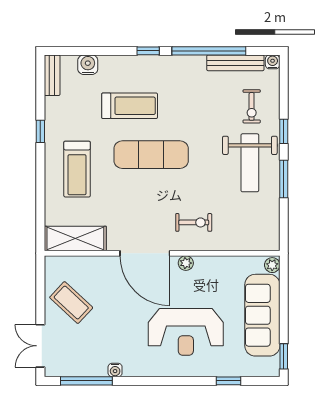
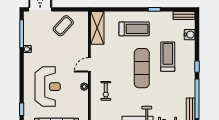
treadmill: (130, 106) -> (168, 57), turned 180
treadmill: (77, 169) -> (134, 29), turned 180
door: (145, 253) -> (89, 65), width x0.53
reception desk: (186, 332) -> (48, 87), turned 180

